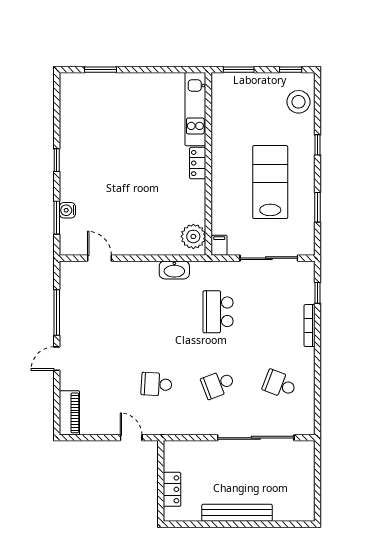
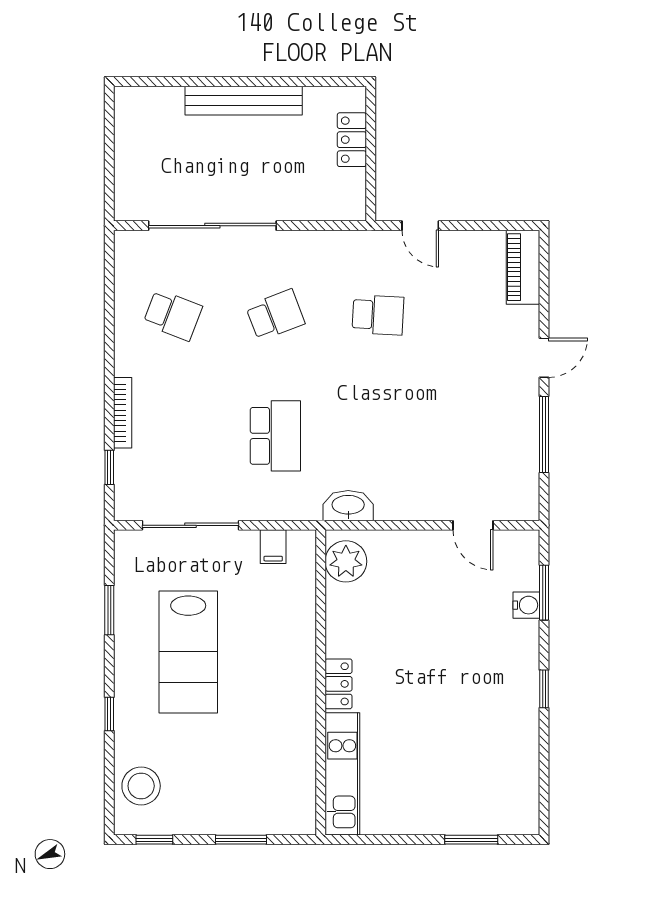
kitchen unit: (195, 109) -> (342, 774), moved
locker: (198, 163) -> (339, 684), moved
wall: (208, 164) -> (321, 682), moved
plant: (193, 236) -> (346, 561), moved

